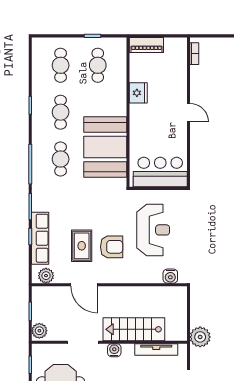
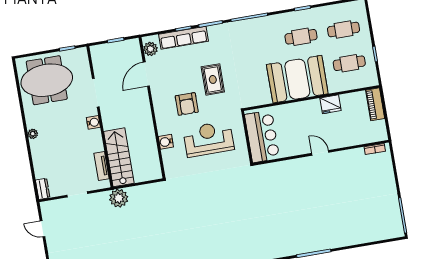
door: (188, 113) -> (320, 153), swing flipped
booth: (105, 147) -> (297, 79), moved
cafe table: (61, 159) -> (258, 44), removed
reception desk: (153, 230) -> (209, 139), turned 180
rug: (82, 246) -> (213, 79), moved, turned 90
water cooler: (170, 276) -> (166, 142), moved
door: (84, 285) -> (146, 74), moved
stairs: (134, 329) -> (119, 157), moved
plant: (39, 331) -> (99, 51), removed
tv unit: (156, 349) -> (102, 166), width x0.71

